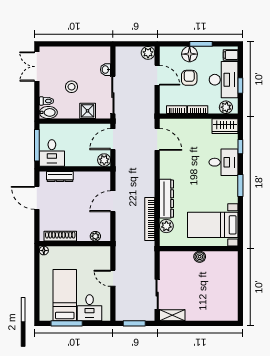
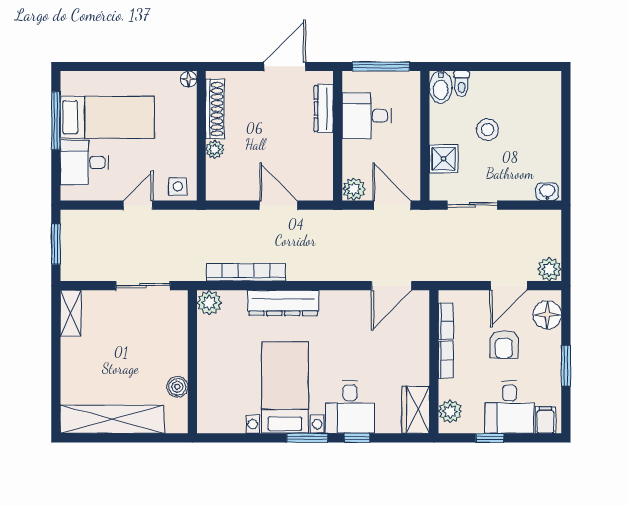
floor lamp: (190, 54) -> (547, 315), moved
double door: (37, 67) -> (524, 66), removed
washbasin: (106, 70) -> (547, 192), moved
armchair: (189, 78) -> (504, 344), turned 90
desk: (224, 80) -> (509, 407), width x0.73
sliding door: (113, 95) -> (472, 205), width x0.73
window: (240, 147) -> (357, 438), moved
desk: (52, 153) -> (367, 116), moved
bed with nightstands: (213, 225) -> (285, 387), moved
plant: (166, 226) -> (209, 303), moved
plant: (95, 236) -> (215, 150), moved
side table: (103, 257) -> (178, 186), added
boiler: (200, 257) -> (177, 387), moved
shelving: (230, 292) -> (112, 419), added
sliding door: (157, 294) -> (143, 286), moved

